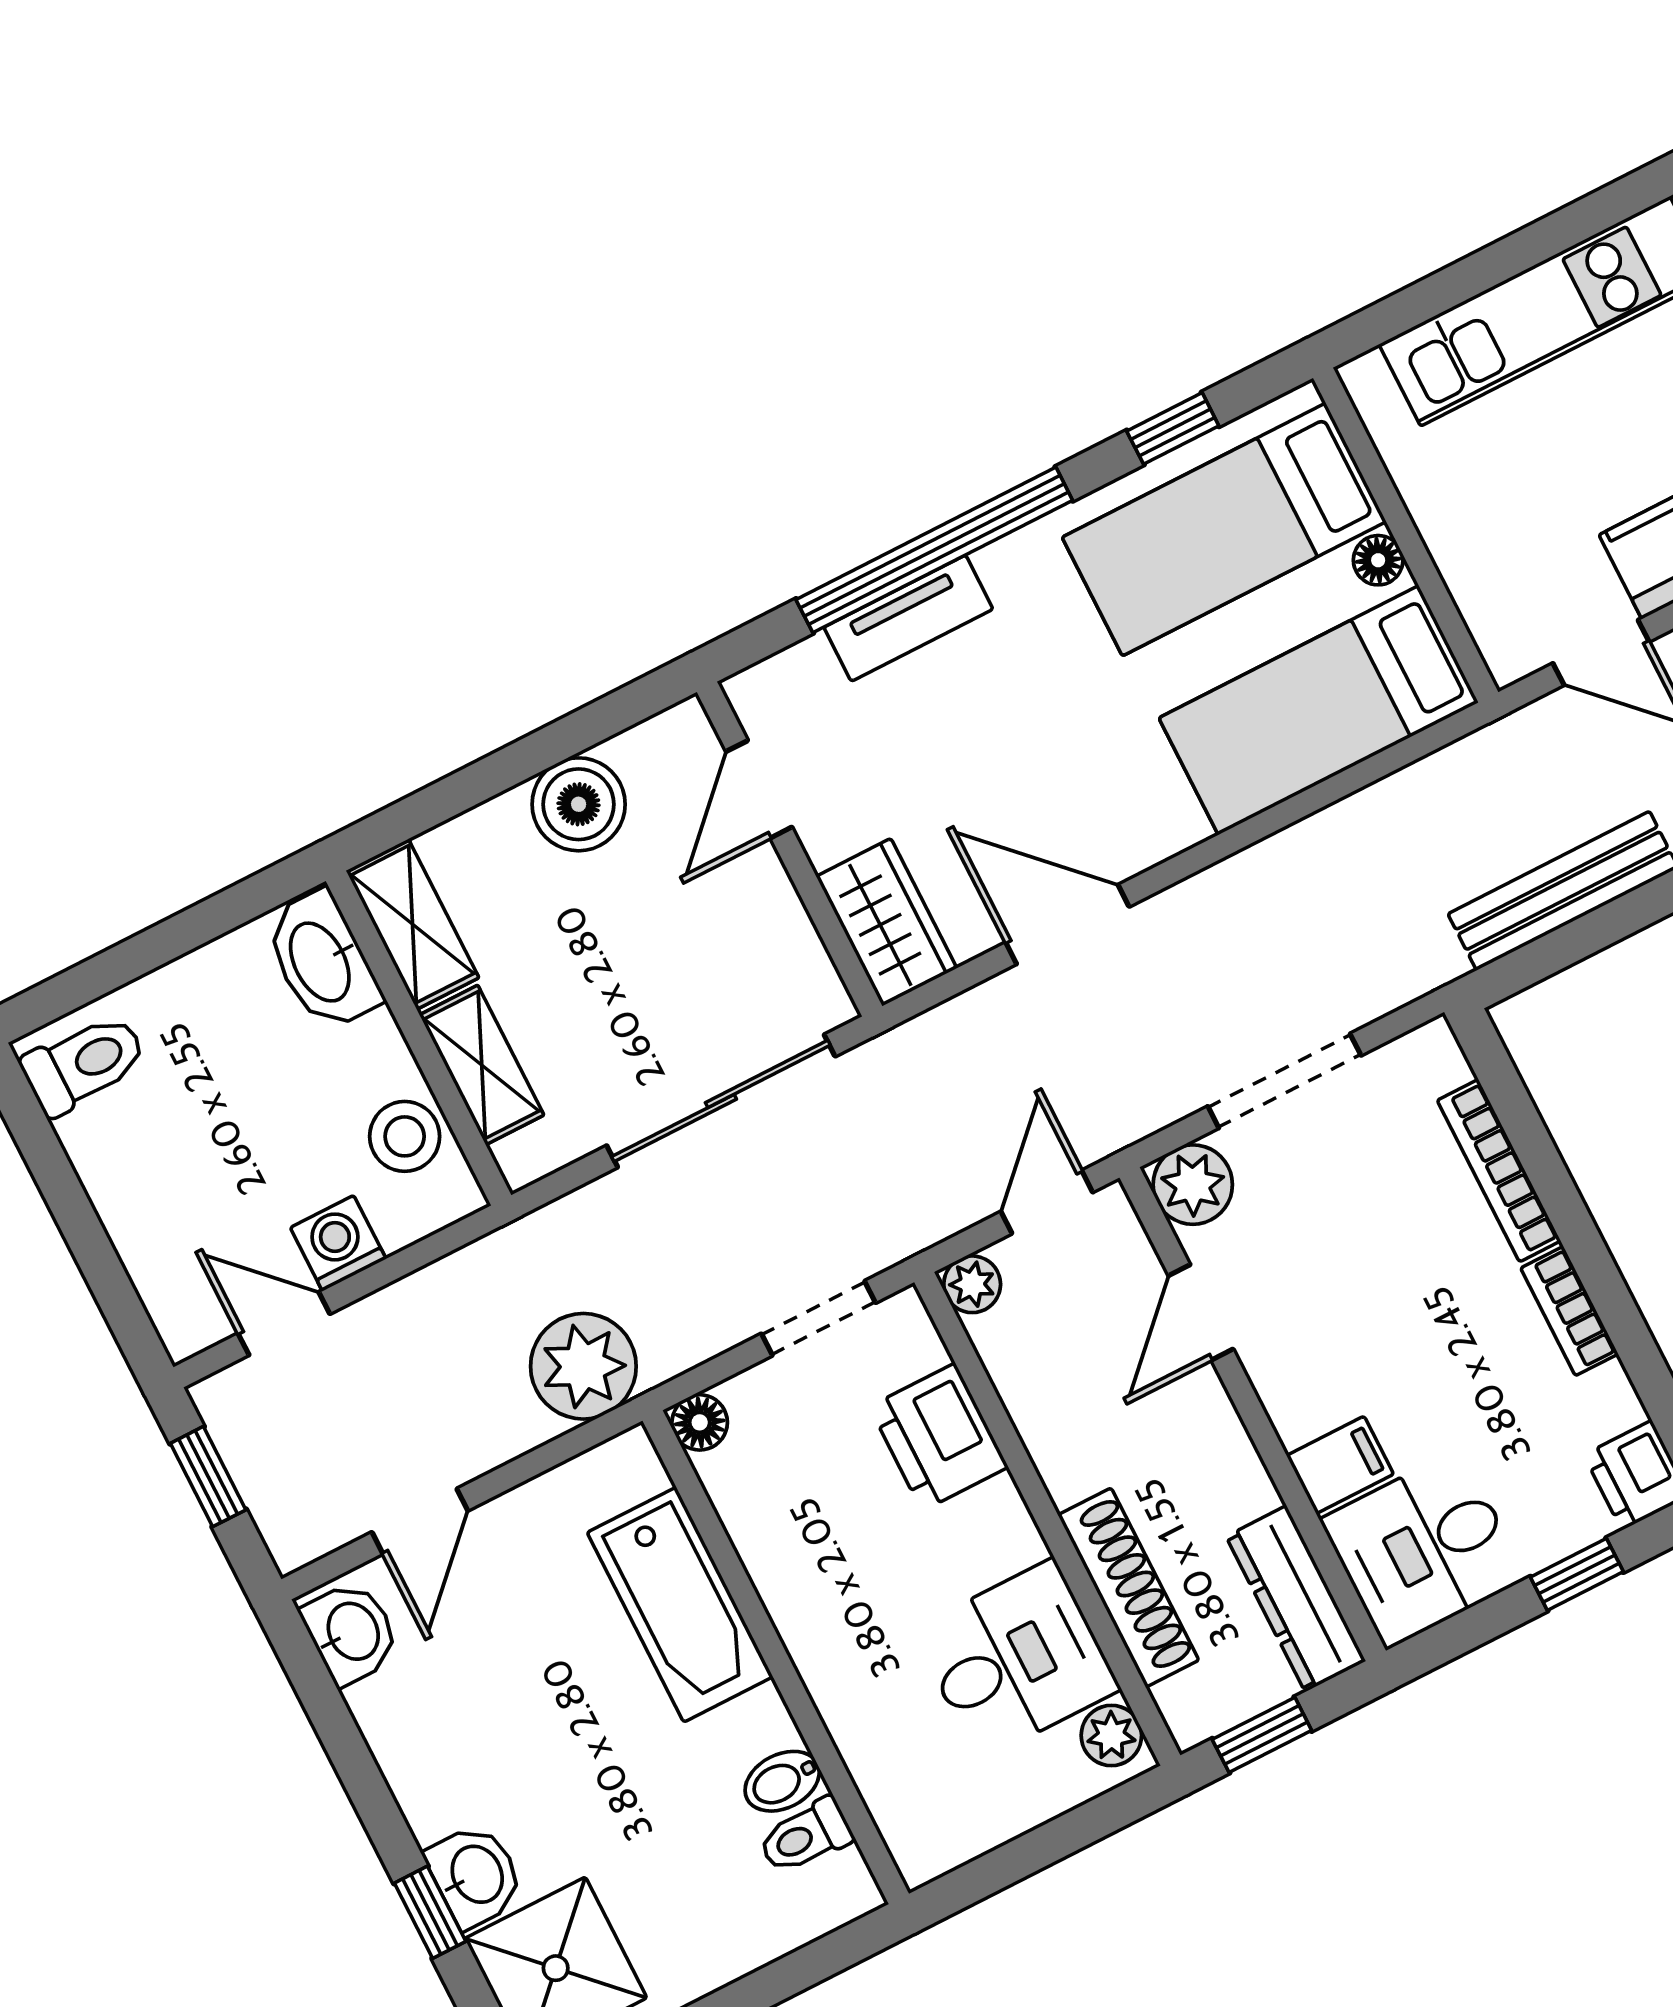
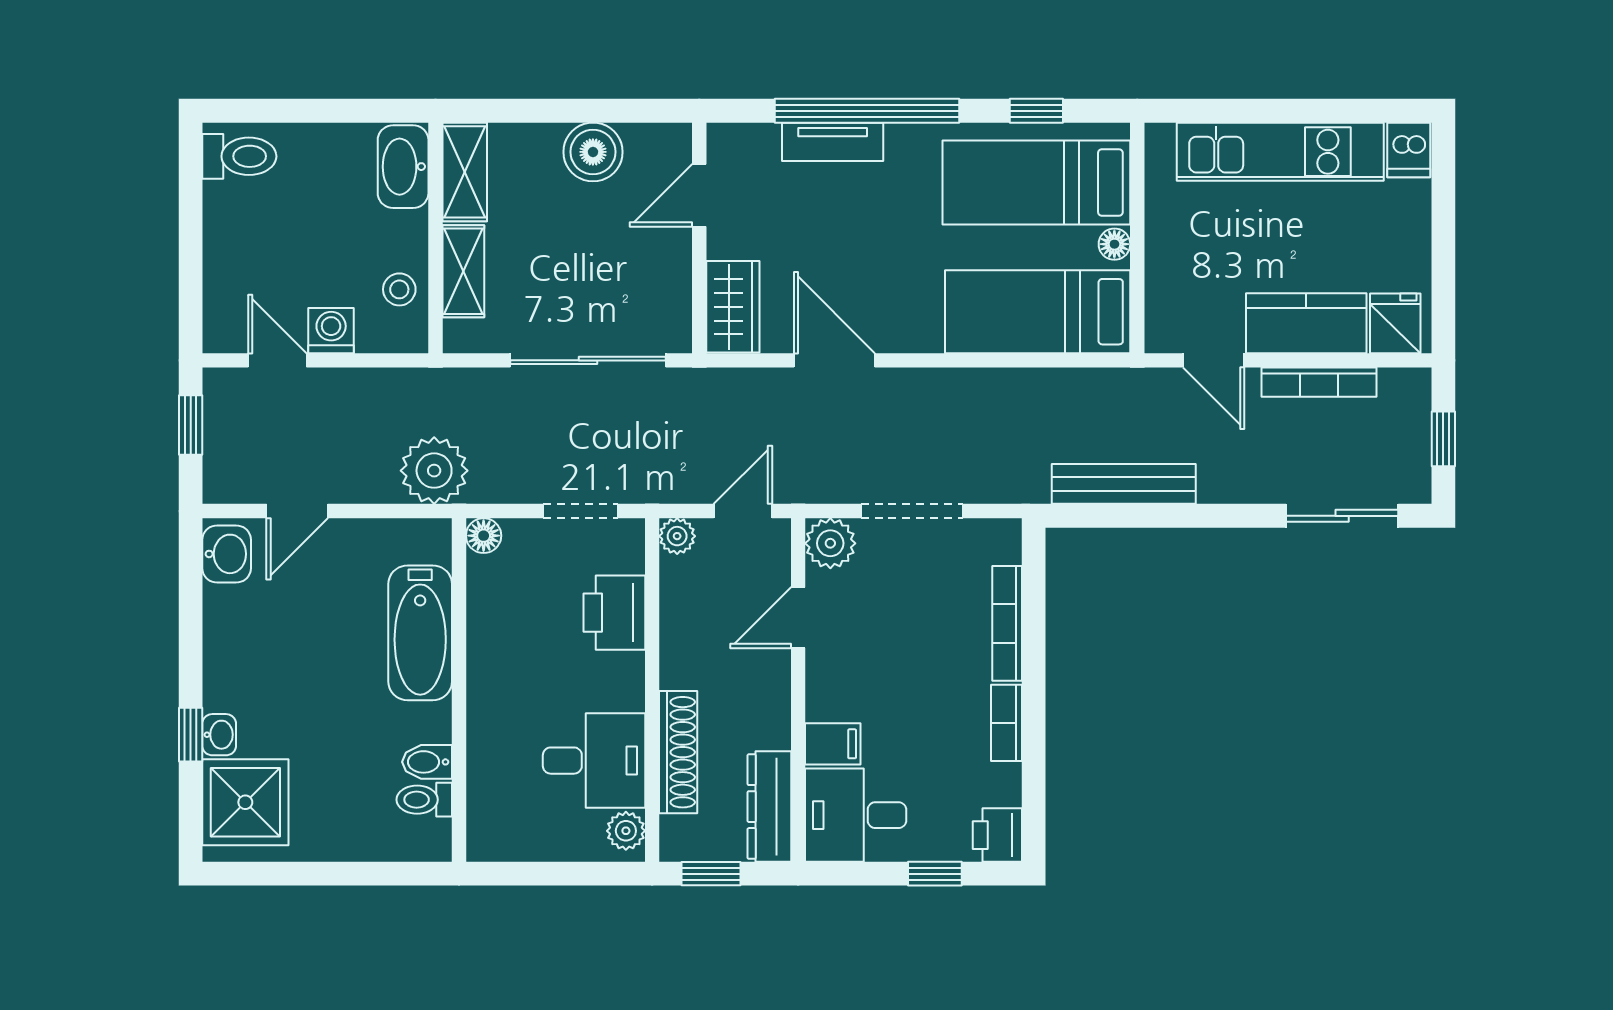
stool: (405, 1136) -> (399, 289), width x0.73, depth x0.73
washbasin: (475, 1875) -> (219, 735), width x0.72, depth x0.69

